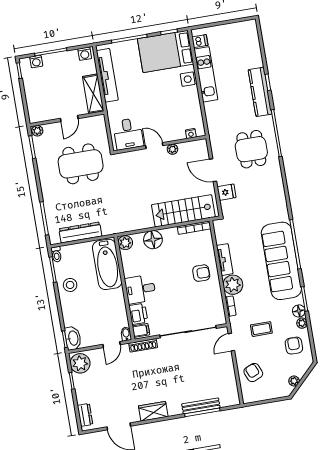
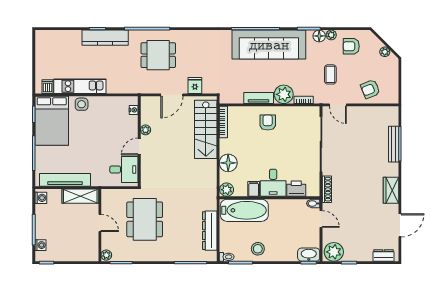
filing cabinet: (141, 330) -> (254, 189), moved

